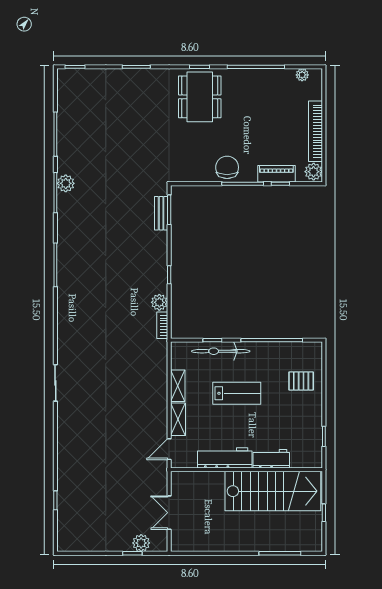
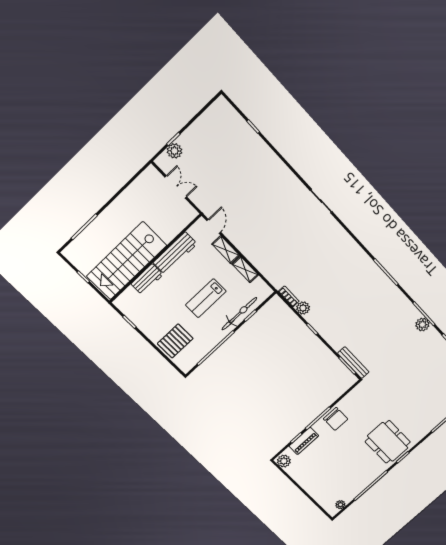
bookcase: (315, 131) -> (304, 483), removed
bench: (161, 213) -> (353, 363), width x1.36
pallet: (301, 381) -> (175, 341), width x1.50, depth x1.42

